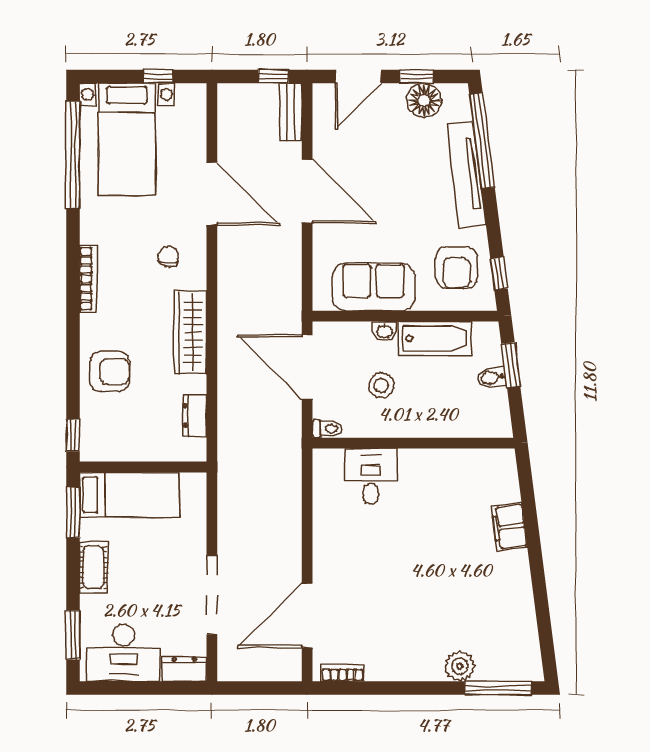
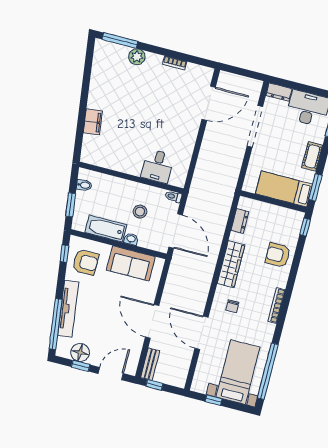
armchair: (457, 268) -> (86, 262), turned 90
bidet: (492, 377) -> (84, 185), moved
bookcase: (343, 673) -> (175, 63), moved

